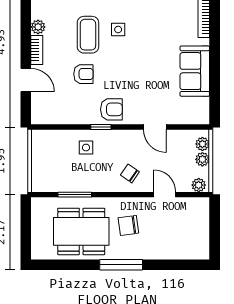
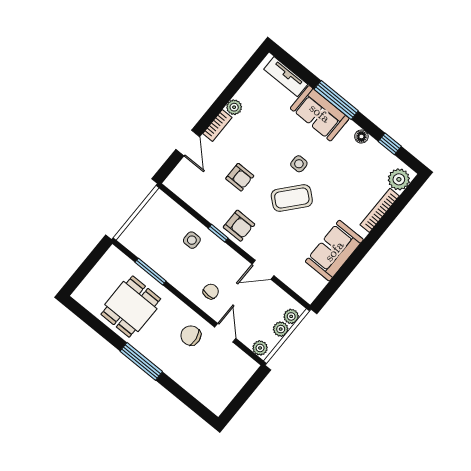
coffee table: (88, 35) -> (292, 198), moved, turned 41
door: (155, 127) -> (263, 270), hinge flipped
chair: (130, 173) -> (211, 292), turned 55
chair: (128, 225) -> (191, 336), moved
dining table: (81, 231) -> (131, 307), width x0.73

